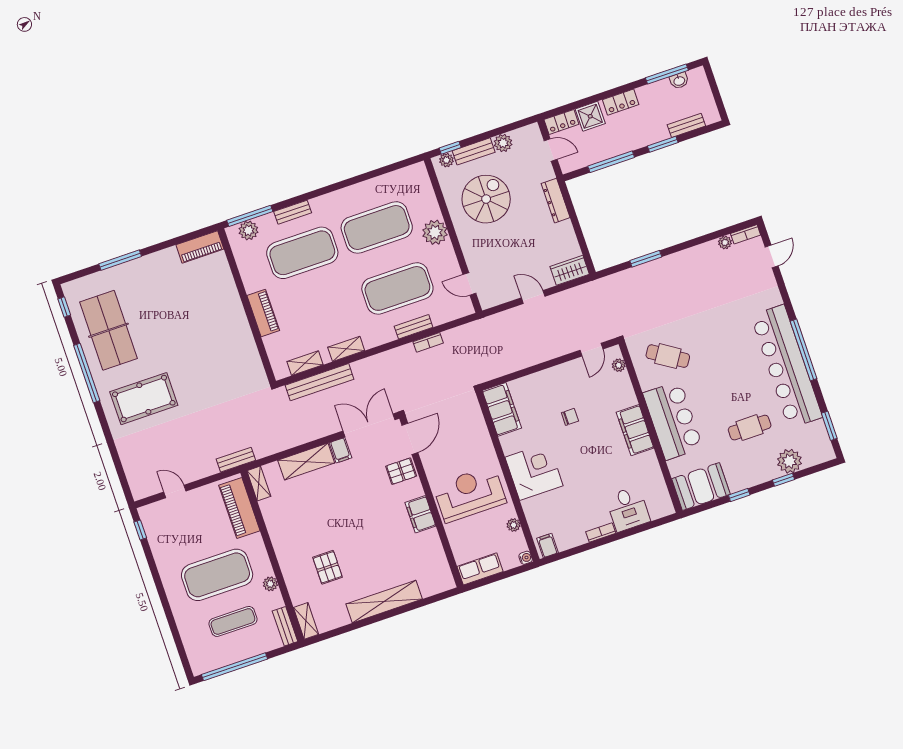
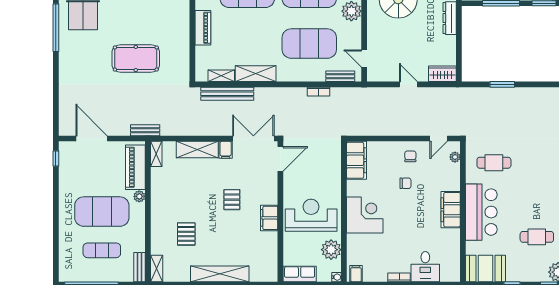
bench: (414, 327) -> (340, 76), moved
shelving: (346, 349) -> (256, 74), width x1.50, depth x1.33
cafe table: (668, 356) -> (494, 163), turned -33
chair: (565, 383) -> (410, 156), added
pool table: (144, 399) -> (136, 58), moved
pallet: (401, 471) -> (232, 200), moved, turned 90
door: (175, 491) -> (92, 138), width x1.88
plant: (514, 525) -> (331, 250), width x1.87, depth x1.87
plant: (270, 584) -> (139, 196), moved

